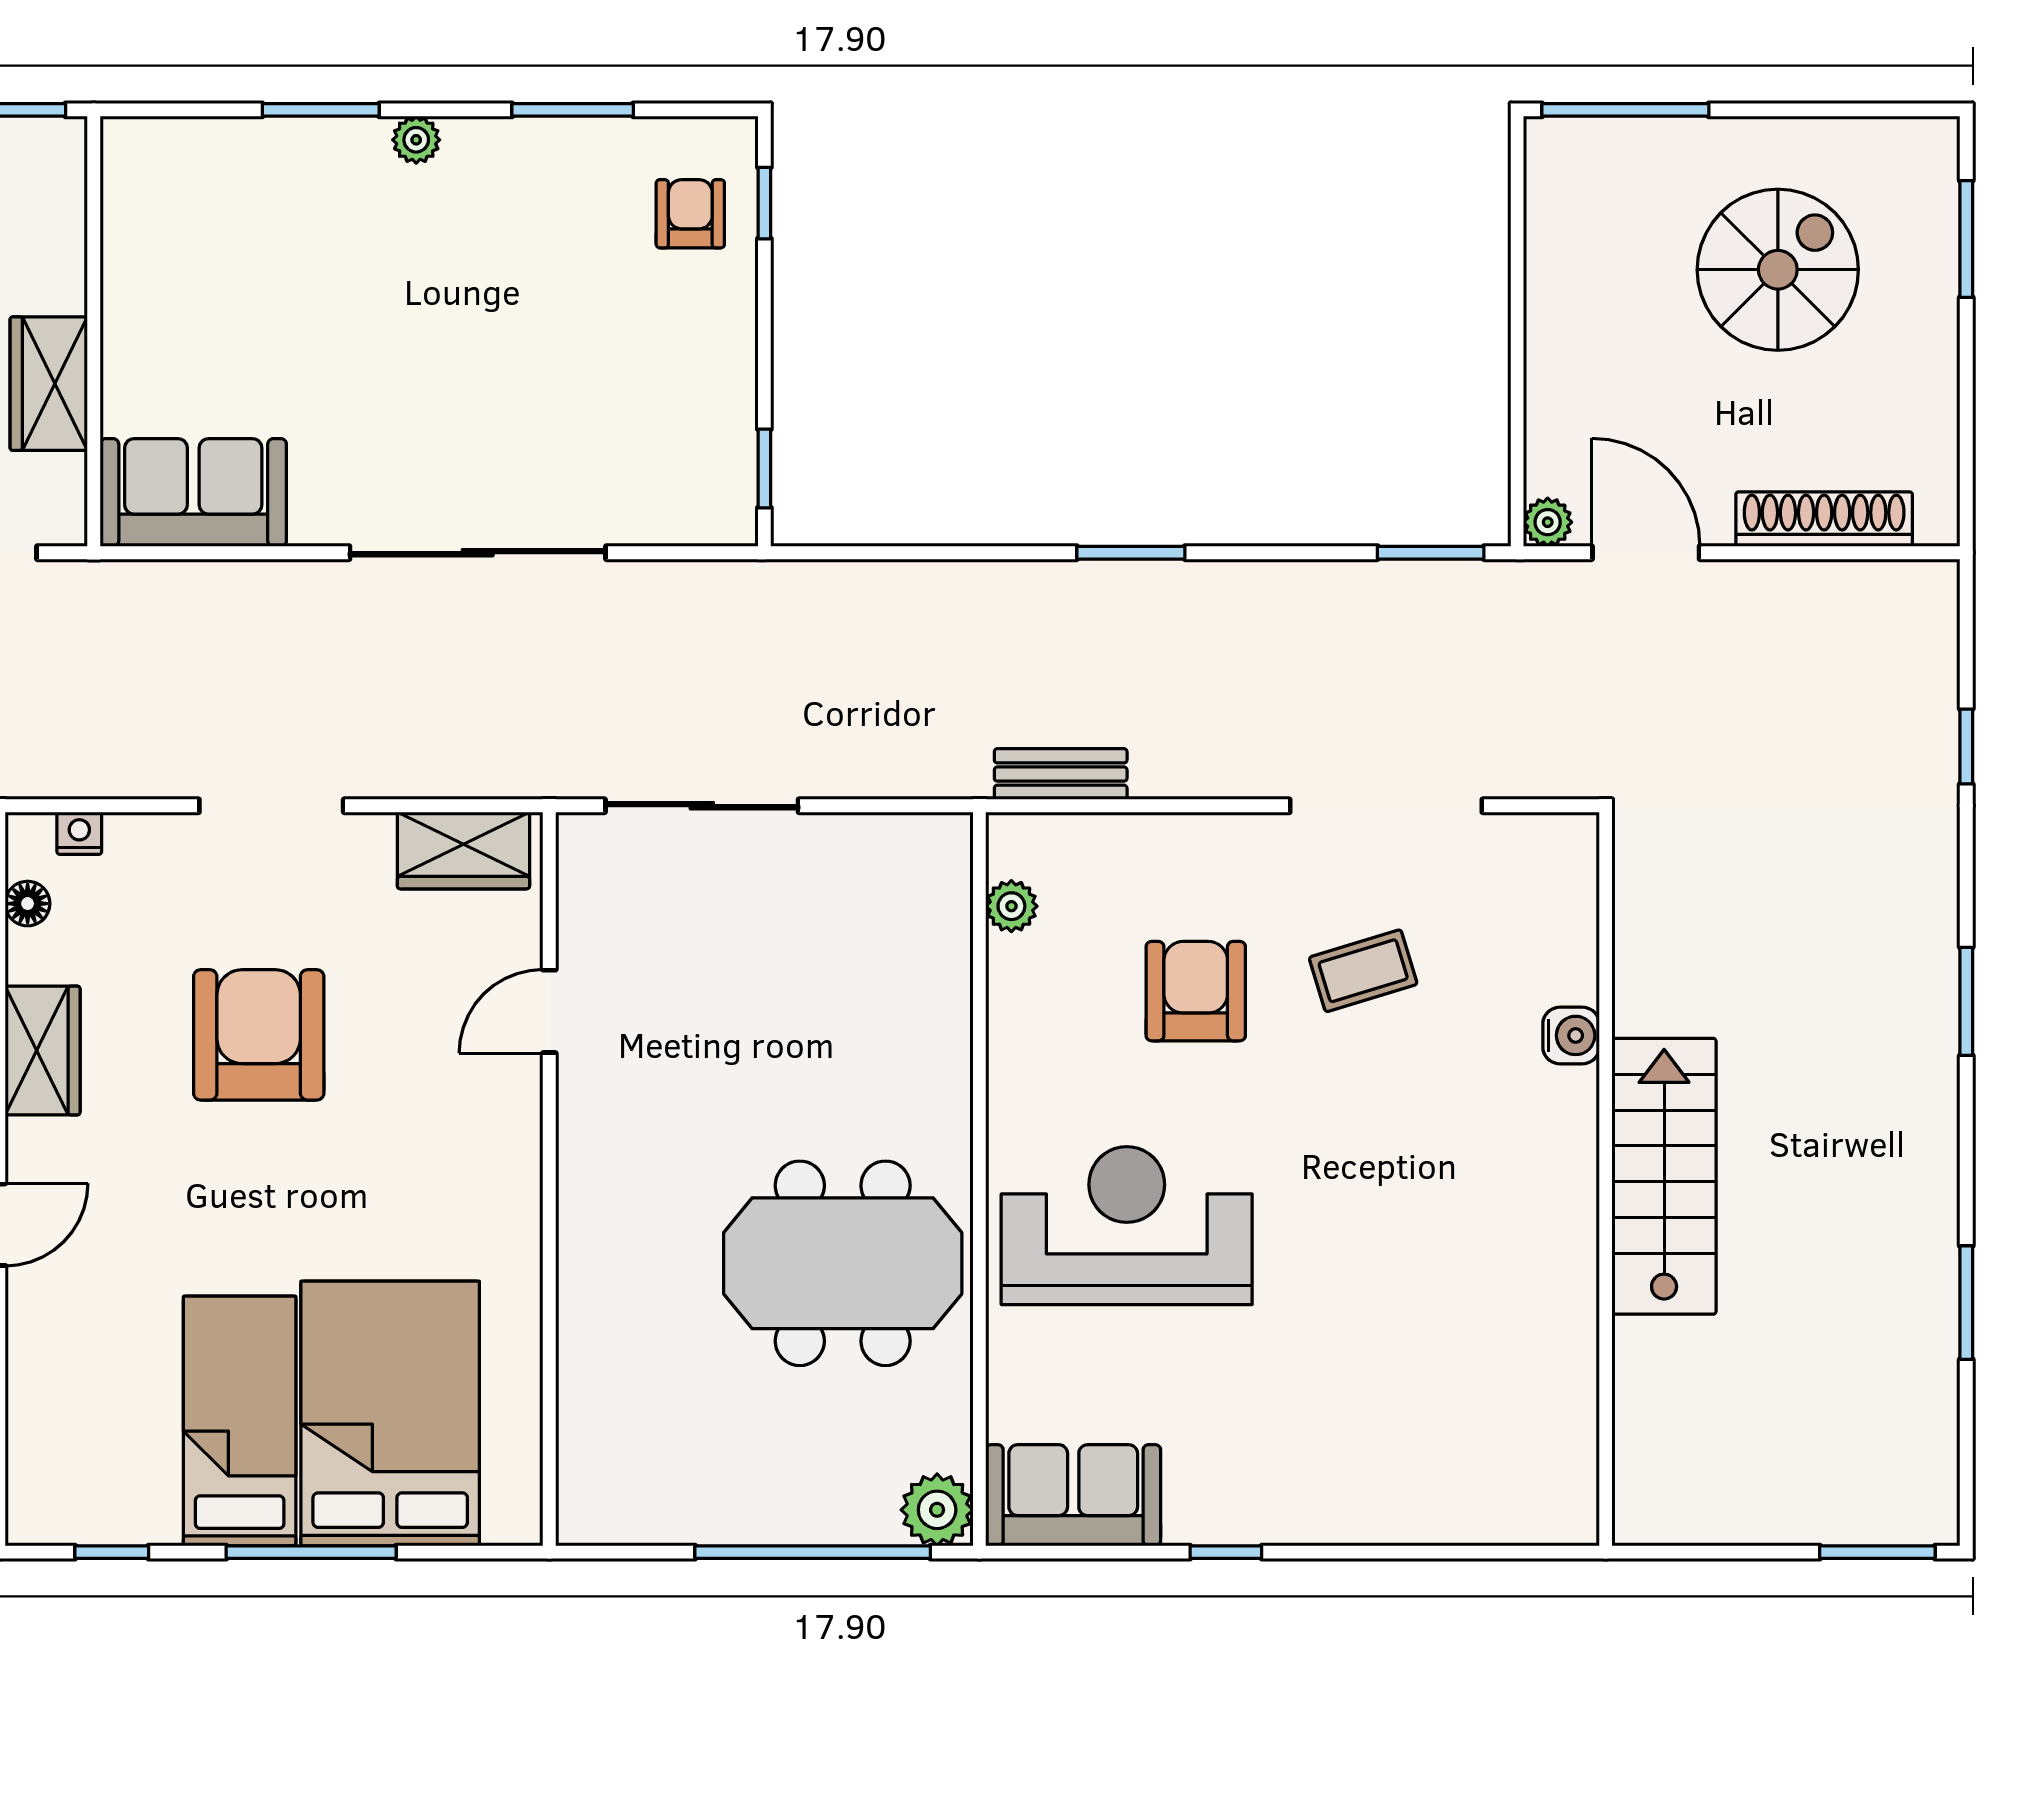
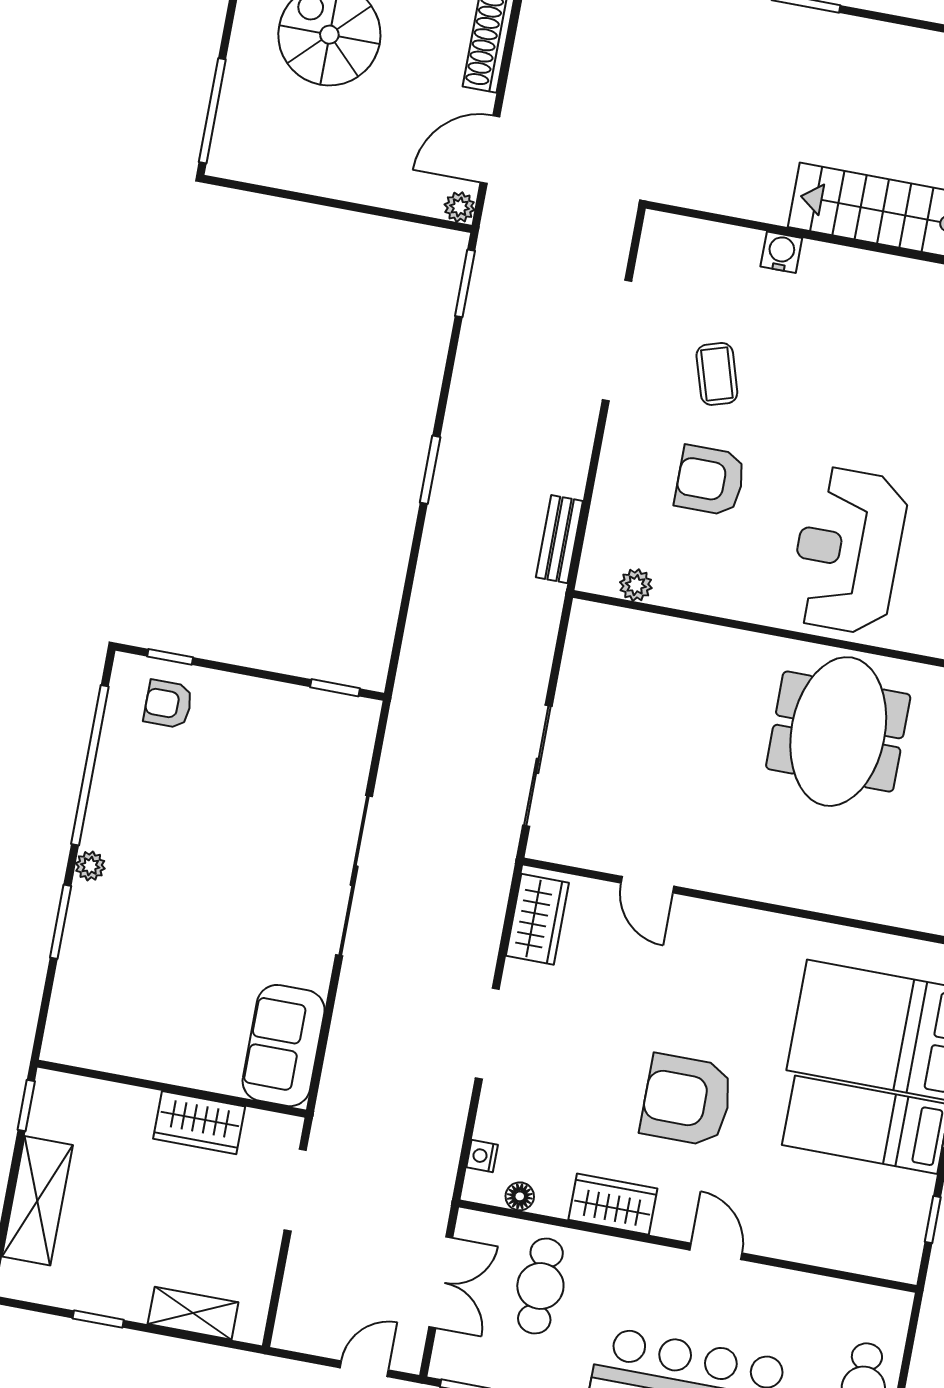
window: (573, 110) -> (90, 765), width x2.11
armchair: (259, 1035) -> (687, 1100), moved

